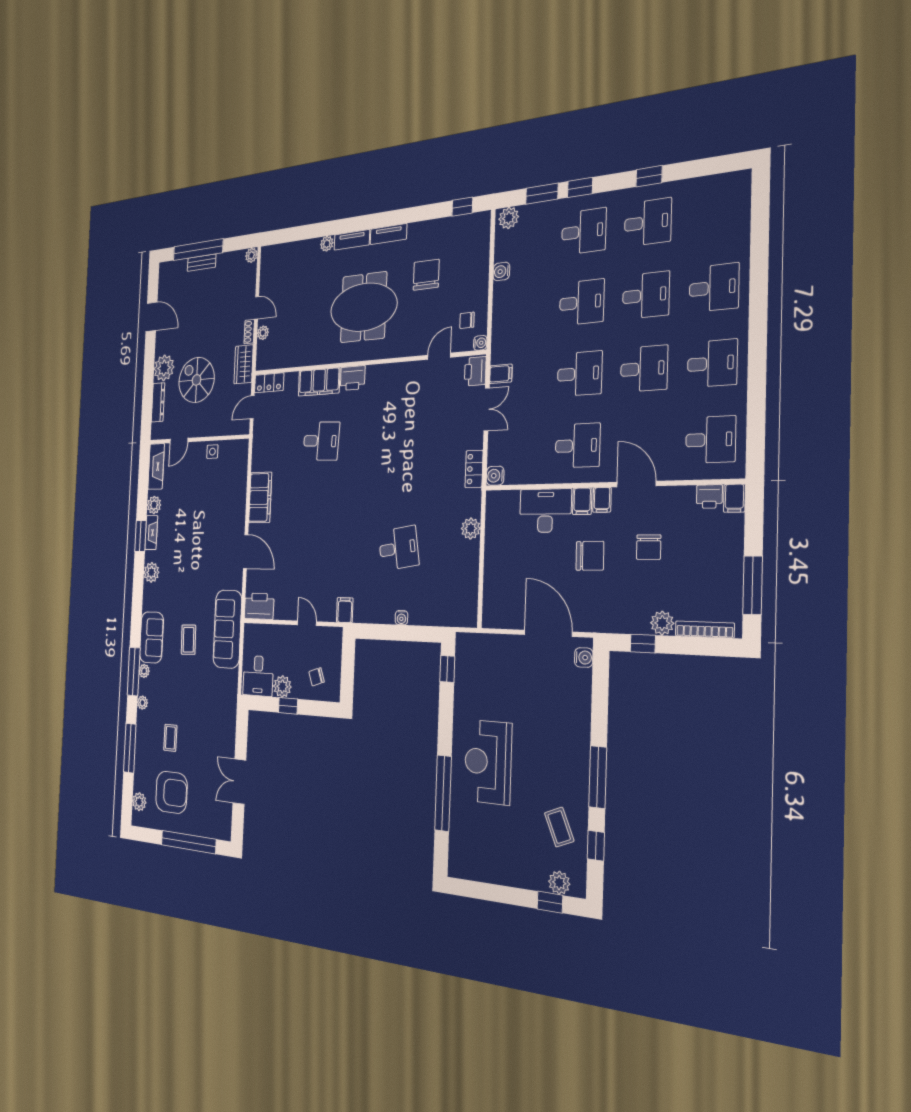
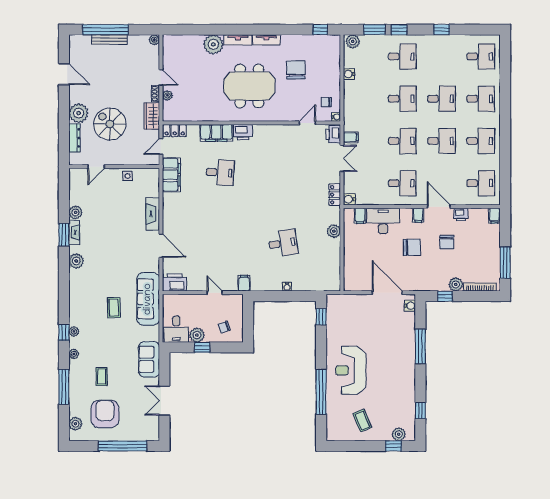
desk: (648, 222) -> (481, 56), moved
plant: (327, 244) -> (213, 44), width x1.88, depth x1.88
bench: (202, 263) -> (109, 40), width x1.36
fireplace: (156, 466) -> (153, 214), moved, turned 180
printer: (709, 496) -> (461, 214), moved
filing cabinet: (260, 497) -> (171, 175), moved
filing cabinet: (582, 501) -> (360, 216), moved
sofa: (151, 637) -> (149, 359), moved, turned 180
window: (134, 672) -> (64, 332), width x0.46
window: (598, 777) -> (420, 347), moved
armchair: (171, 792) -> (105, 414), turned -90
coffee table: (559, 827) -> (362, 420), moved

